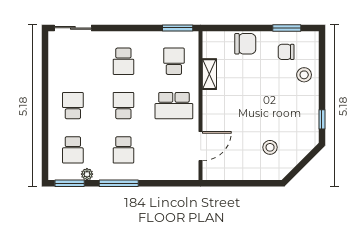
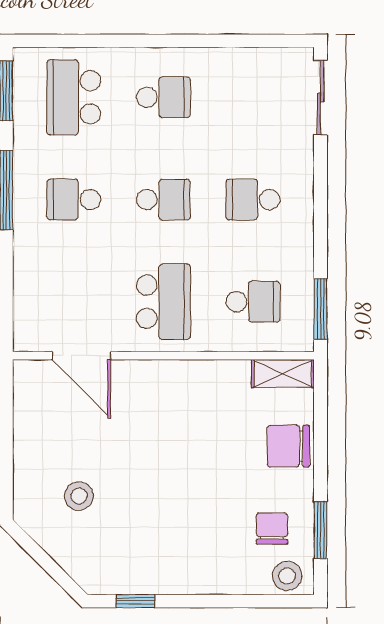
chair: (245, 44) -> (288, 446), turned 90
shelving: (209, 74) -> (283, 374), moved
stool: (304, 75) -> (287, 576), moved
school desk: (174, 106) -> (163, 302), turned 180
school desk: (73, 150) -> (74, 97), width x1.85
plant: (87, 174) -> (25, 126), removed

